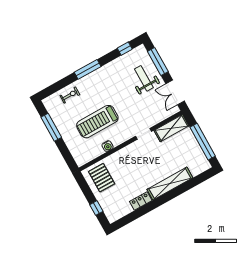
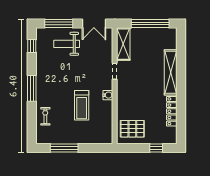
treadmill: (97, 122) -> (82, 105), width x0.73, depth x0.73
water cooler: (107, 146) -> (108, 95), moved
locker: (141, 201) -> (172, 111), width x1.53

